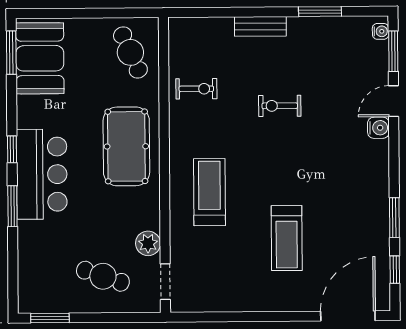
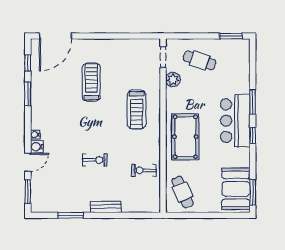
water cooler: (381, 31) -> (35, 135), moved

